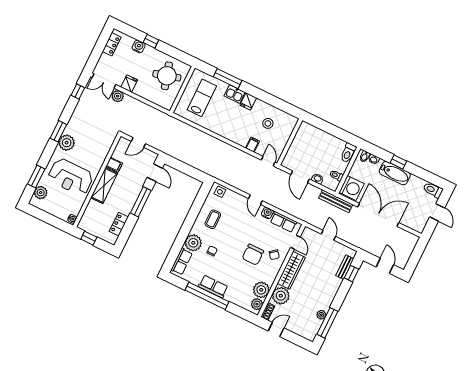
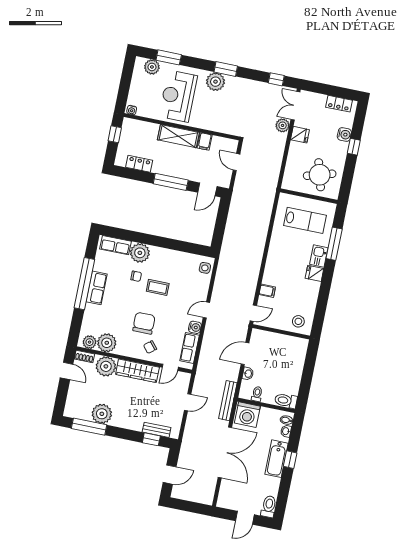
stool: (268, 123) -> (298, 321), moved
coffee table: (213, 219) -> (158, 287), moved
chair: (253, 255) -> (144, 323), turned 90
plant: (321, 315) -> (102, 414), width x1.88, depth x1.88

